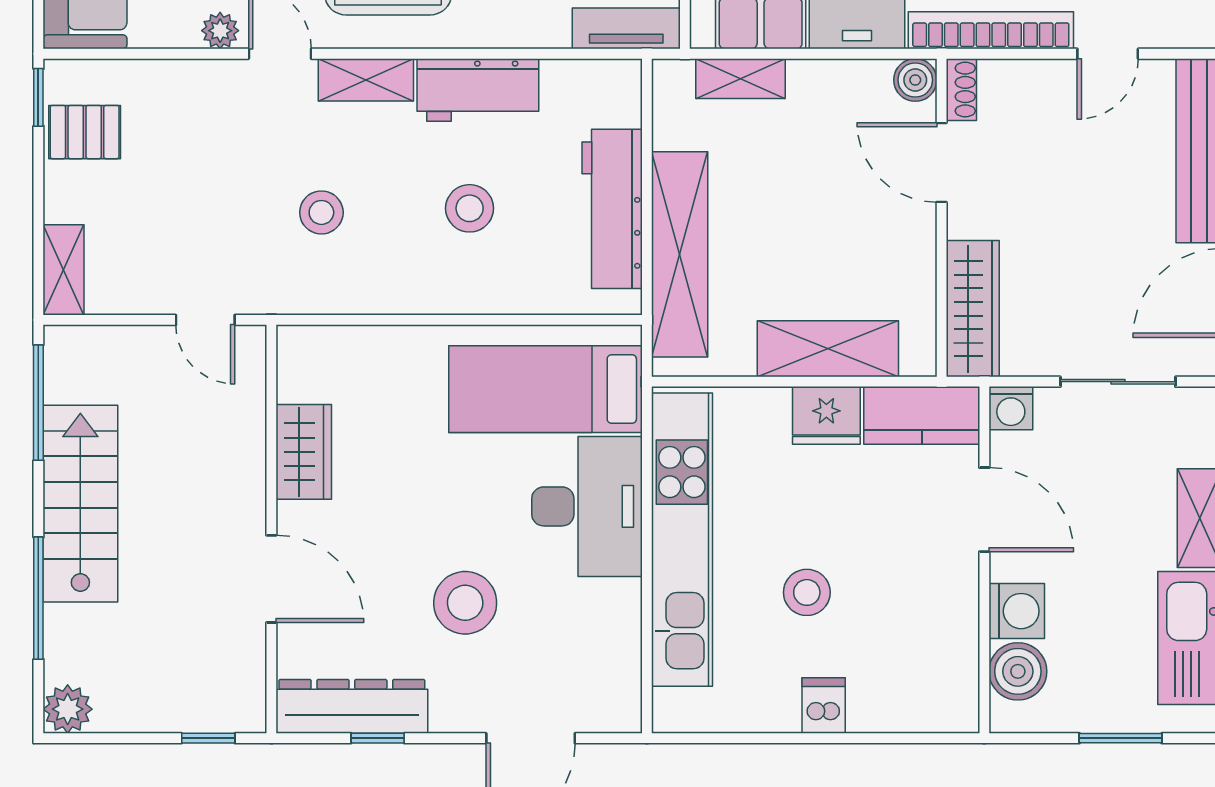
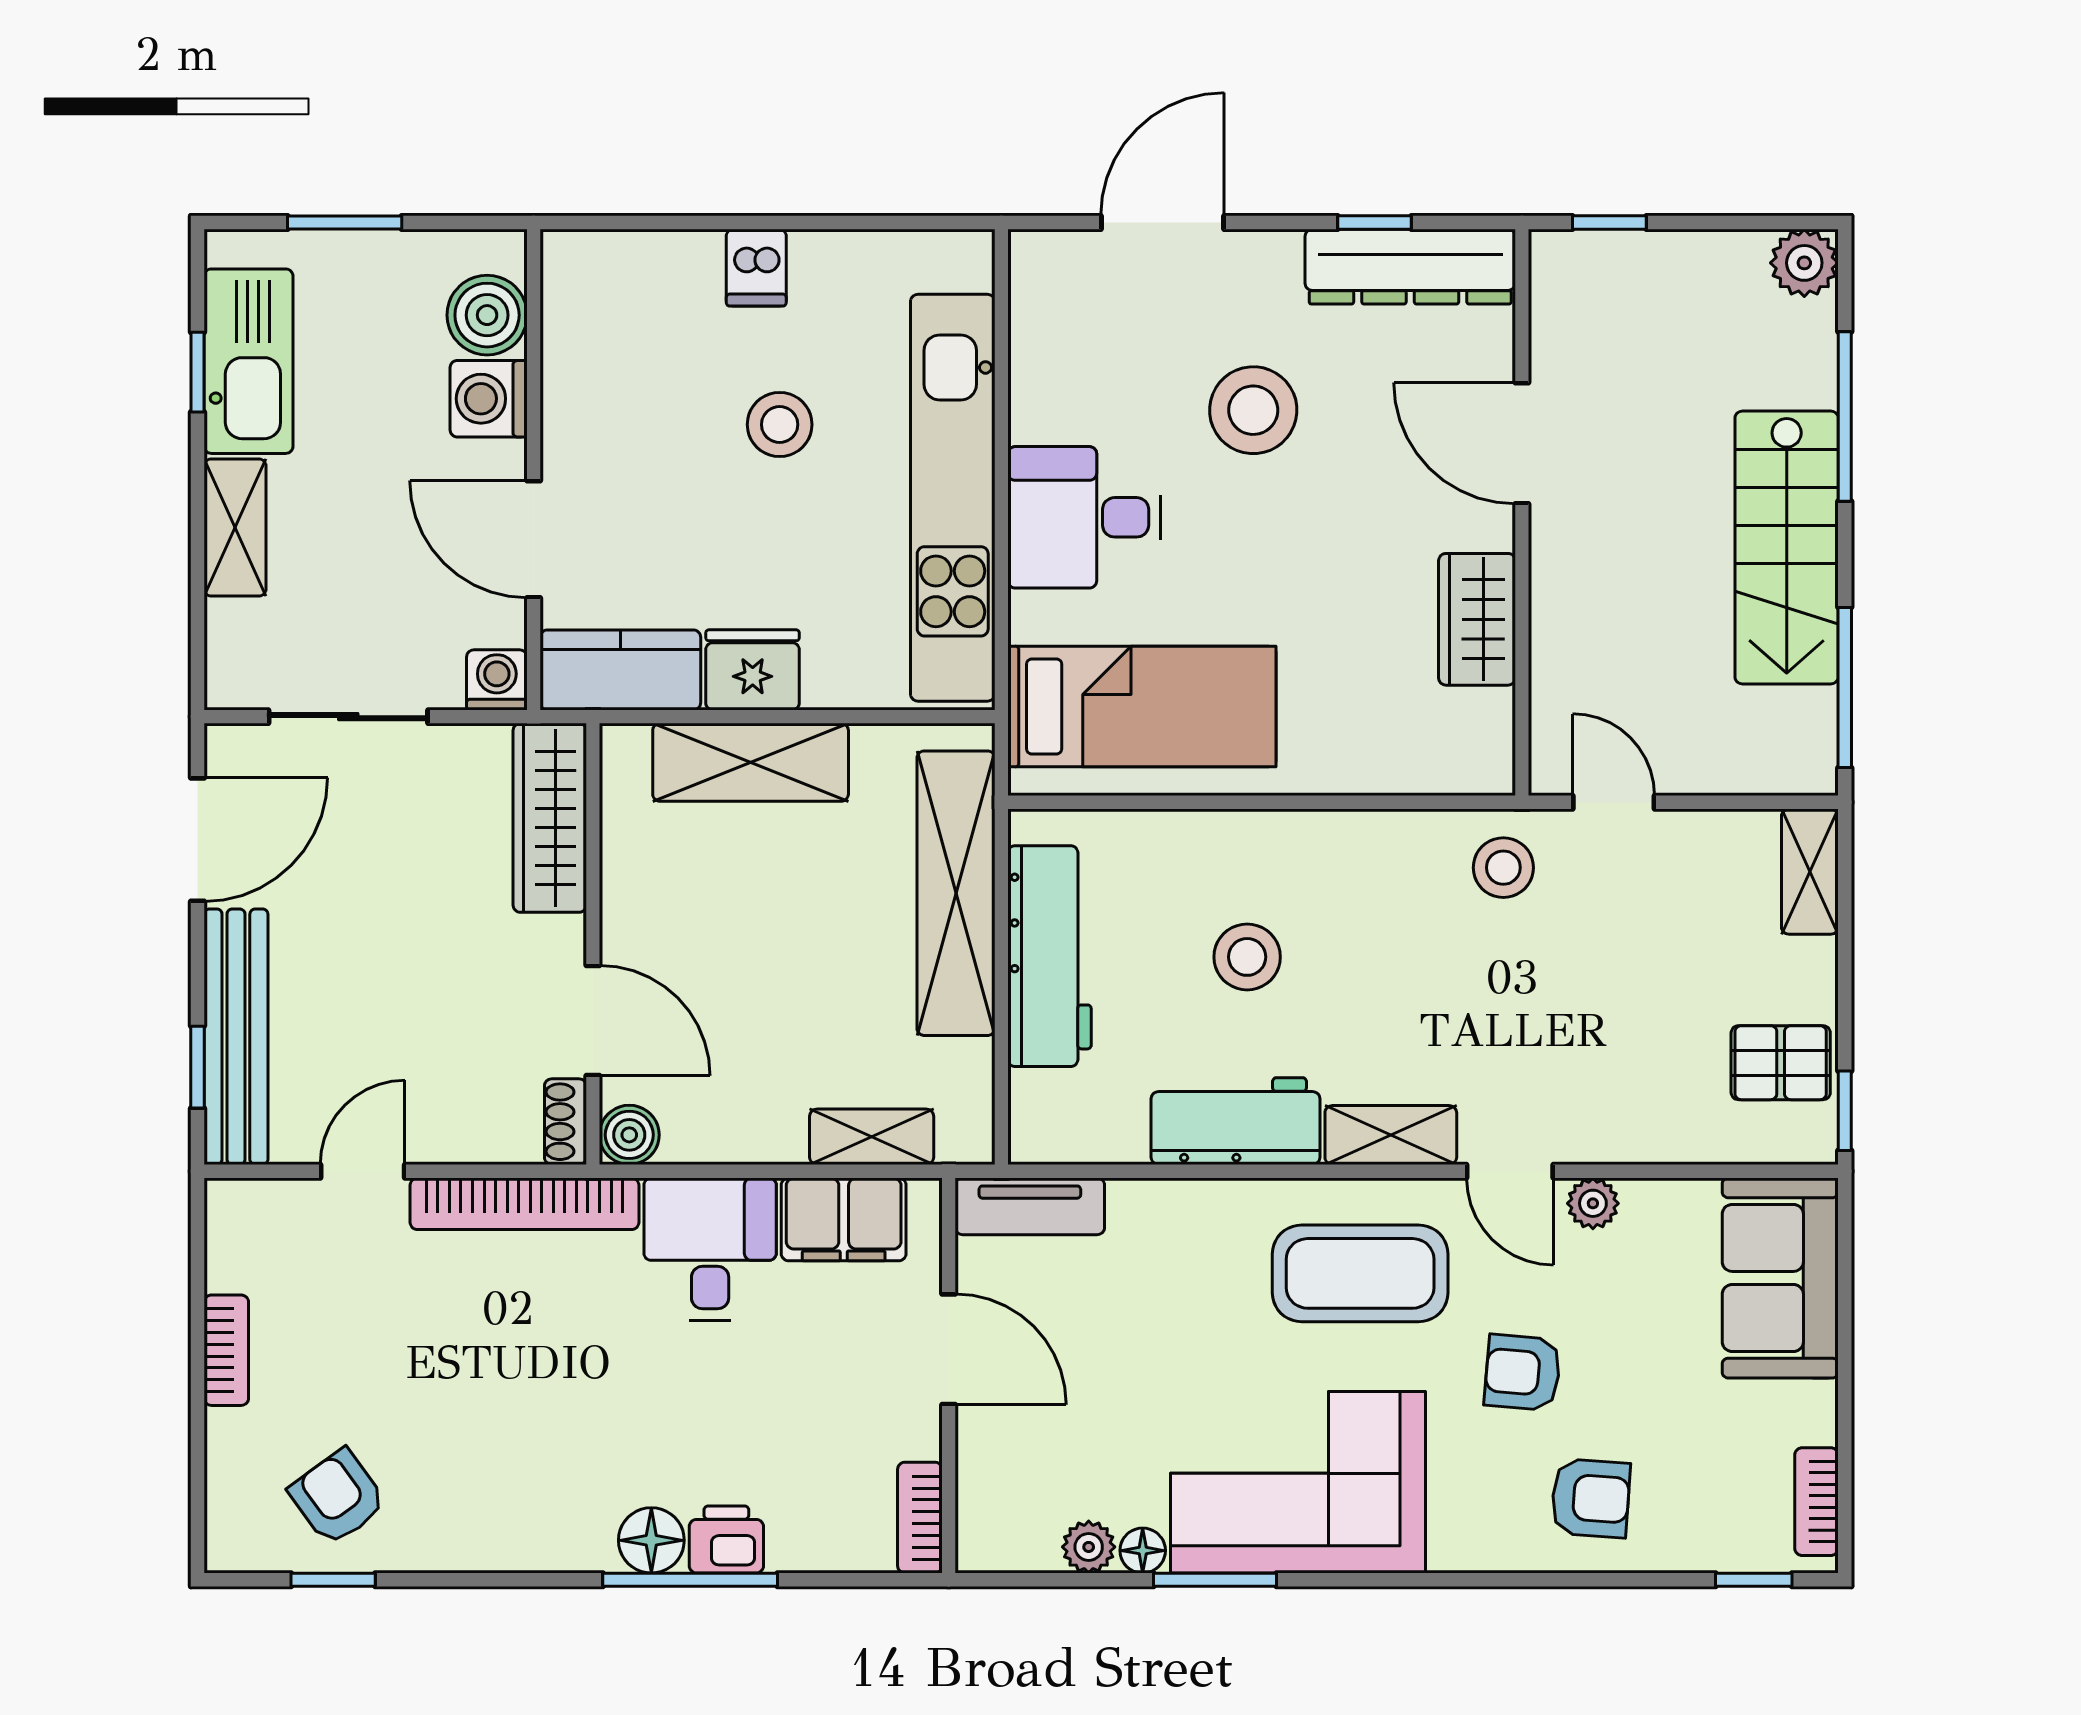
stool: (321, 212) -> (1503, 868), moved
desk: (587, 506) -> (1084, 517), width x0.73

